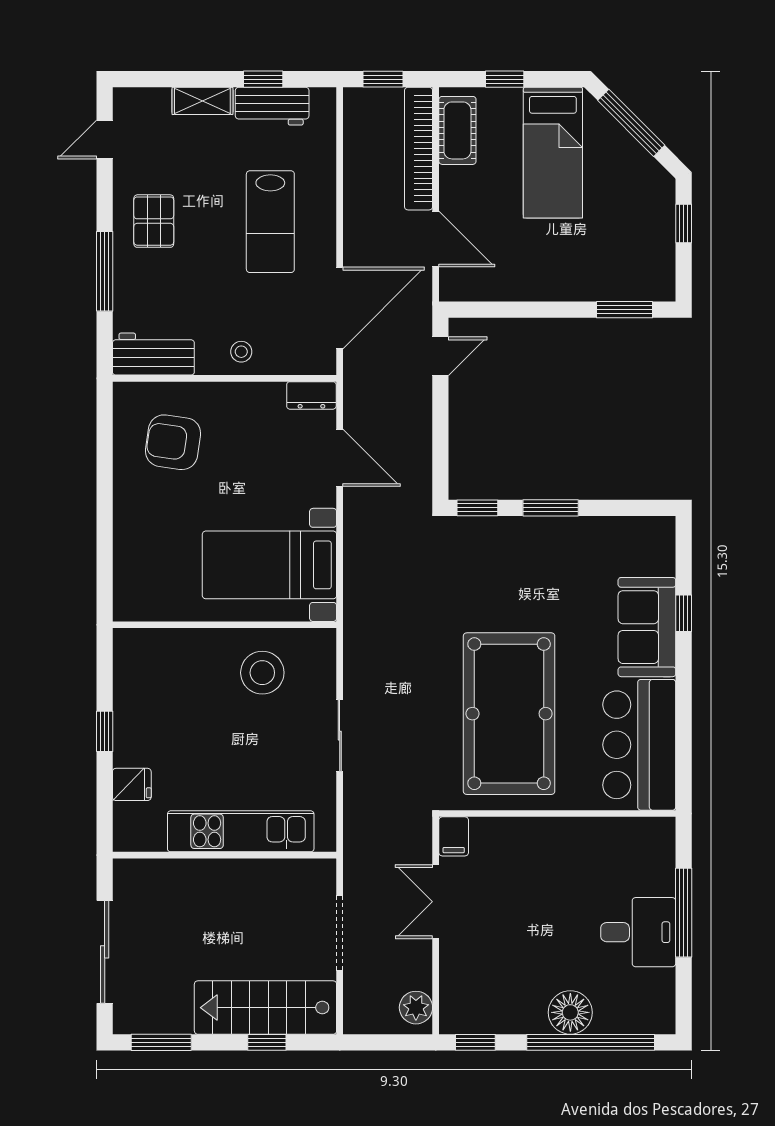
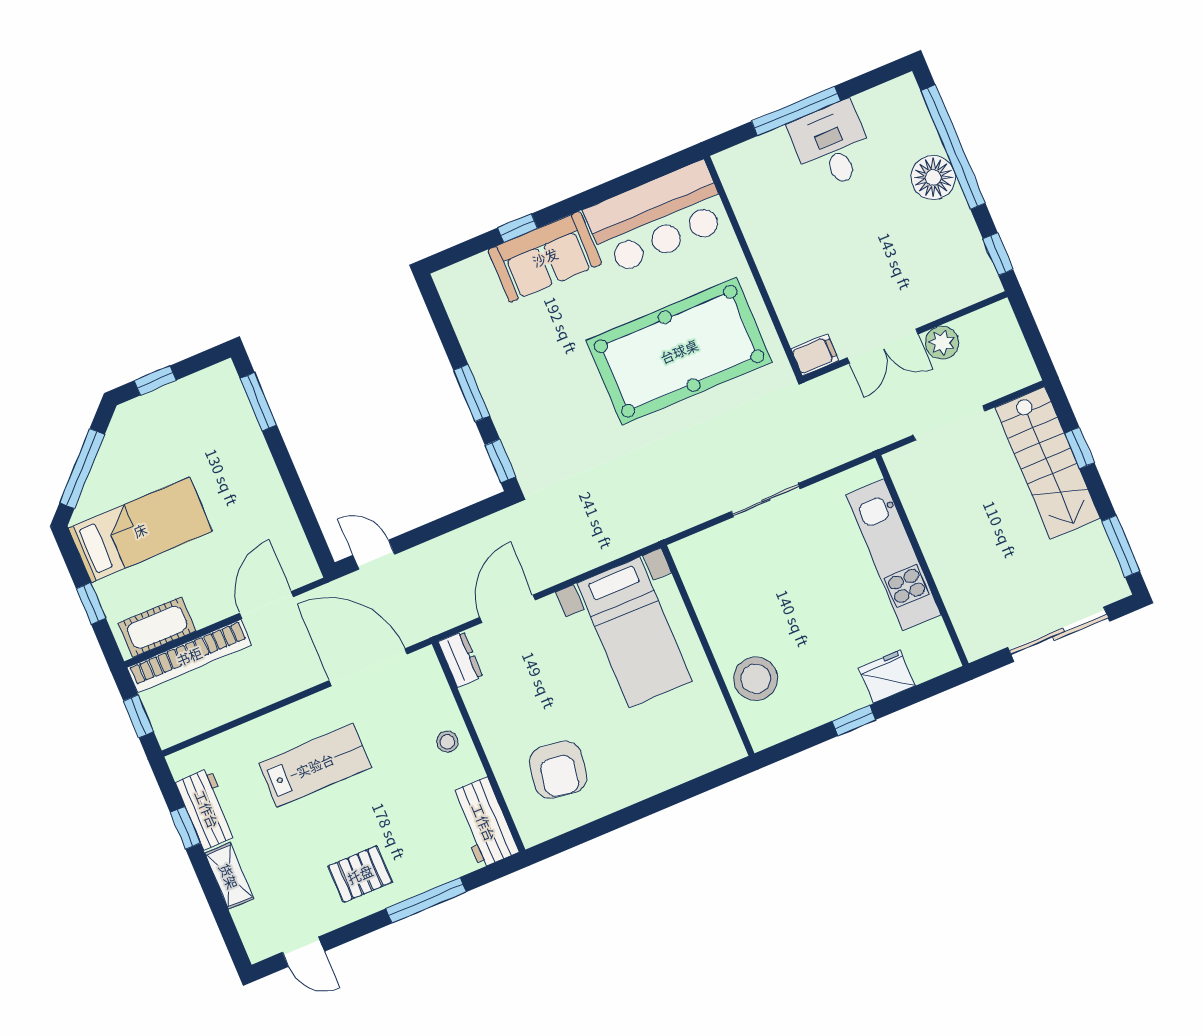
stool: (262, 673) -> (756, 679), moved
fridge: (132, 784) -> (887, 677), width x1.38
plant: (416, 1008) -> (942, 343), moved

